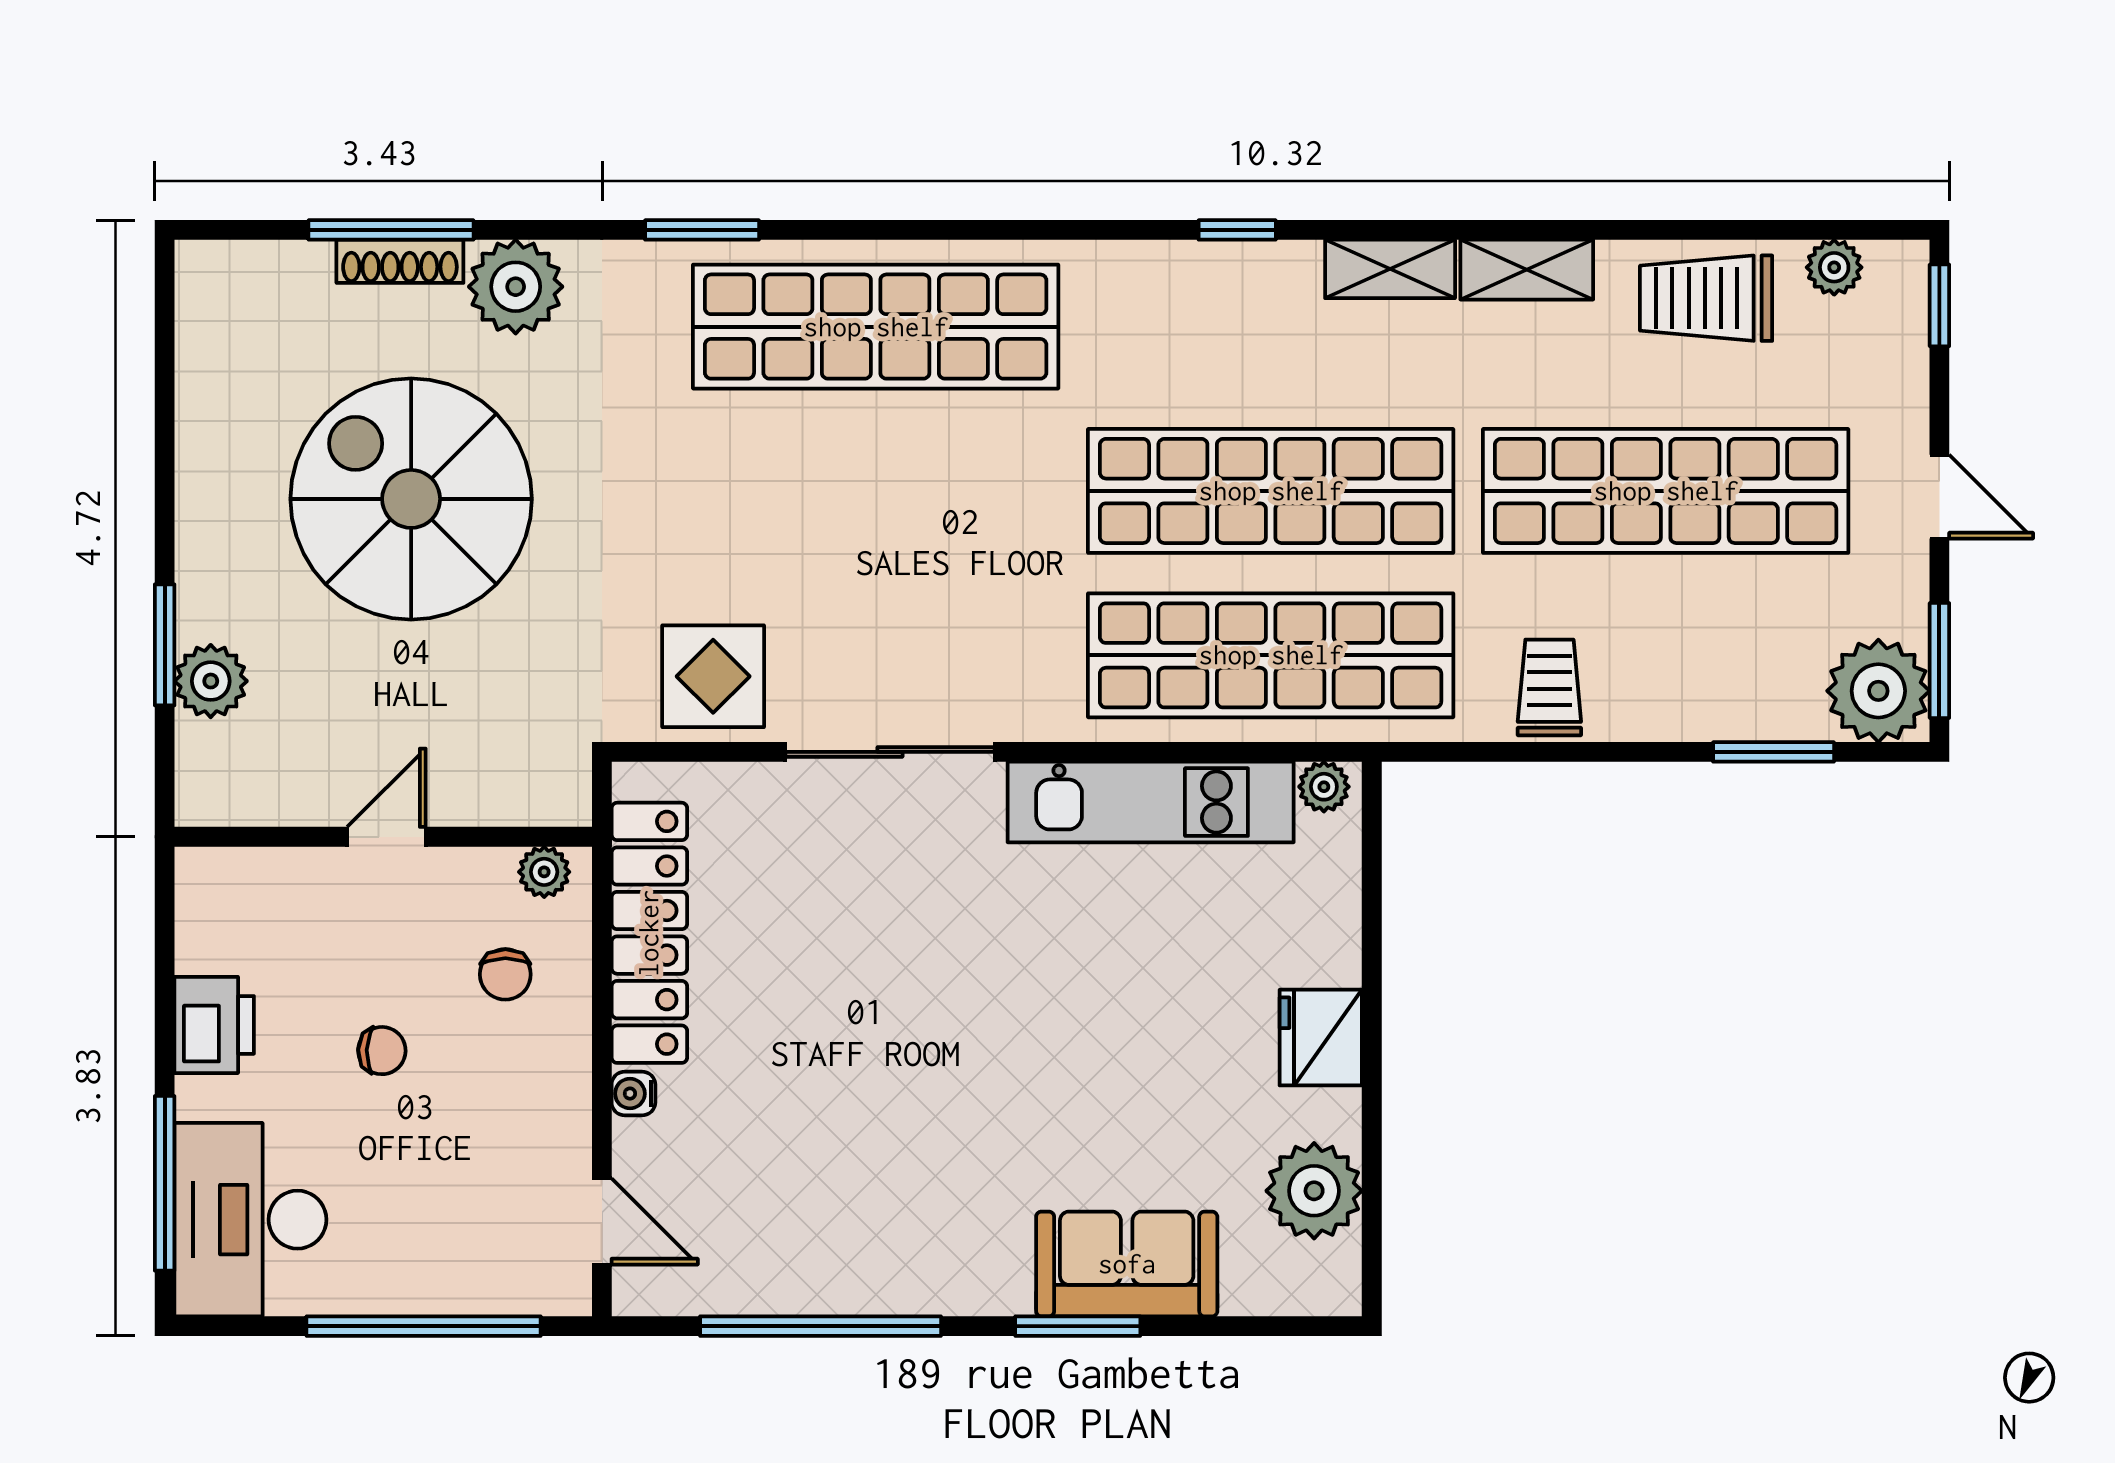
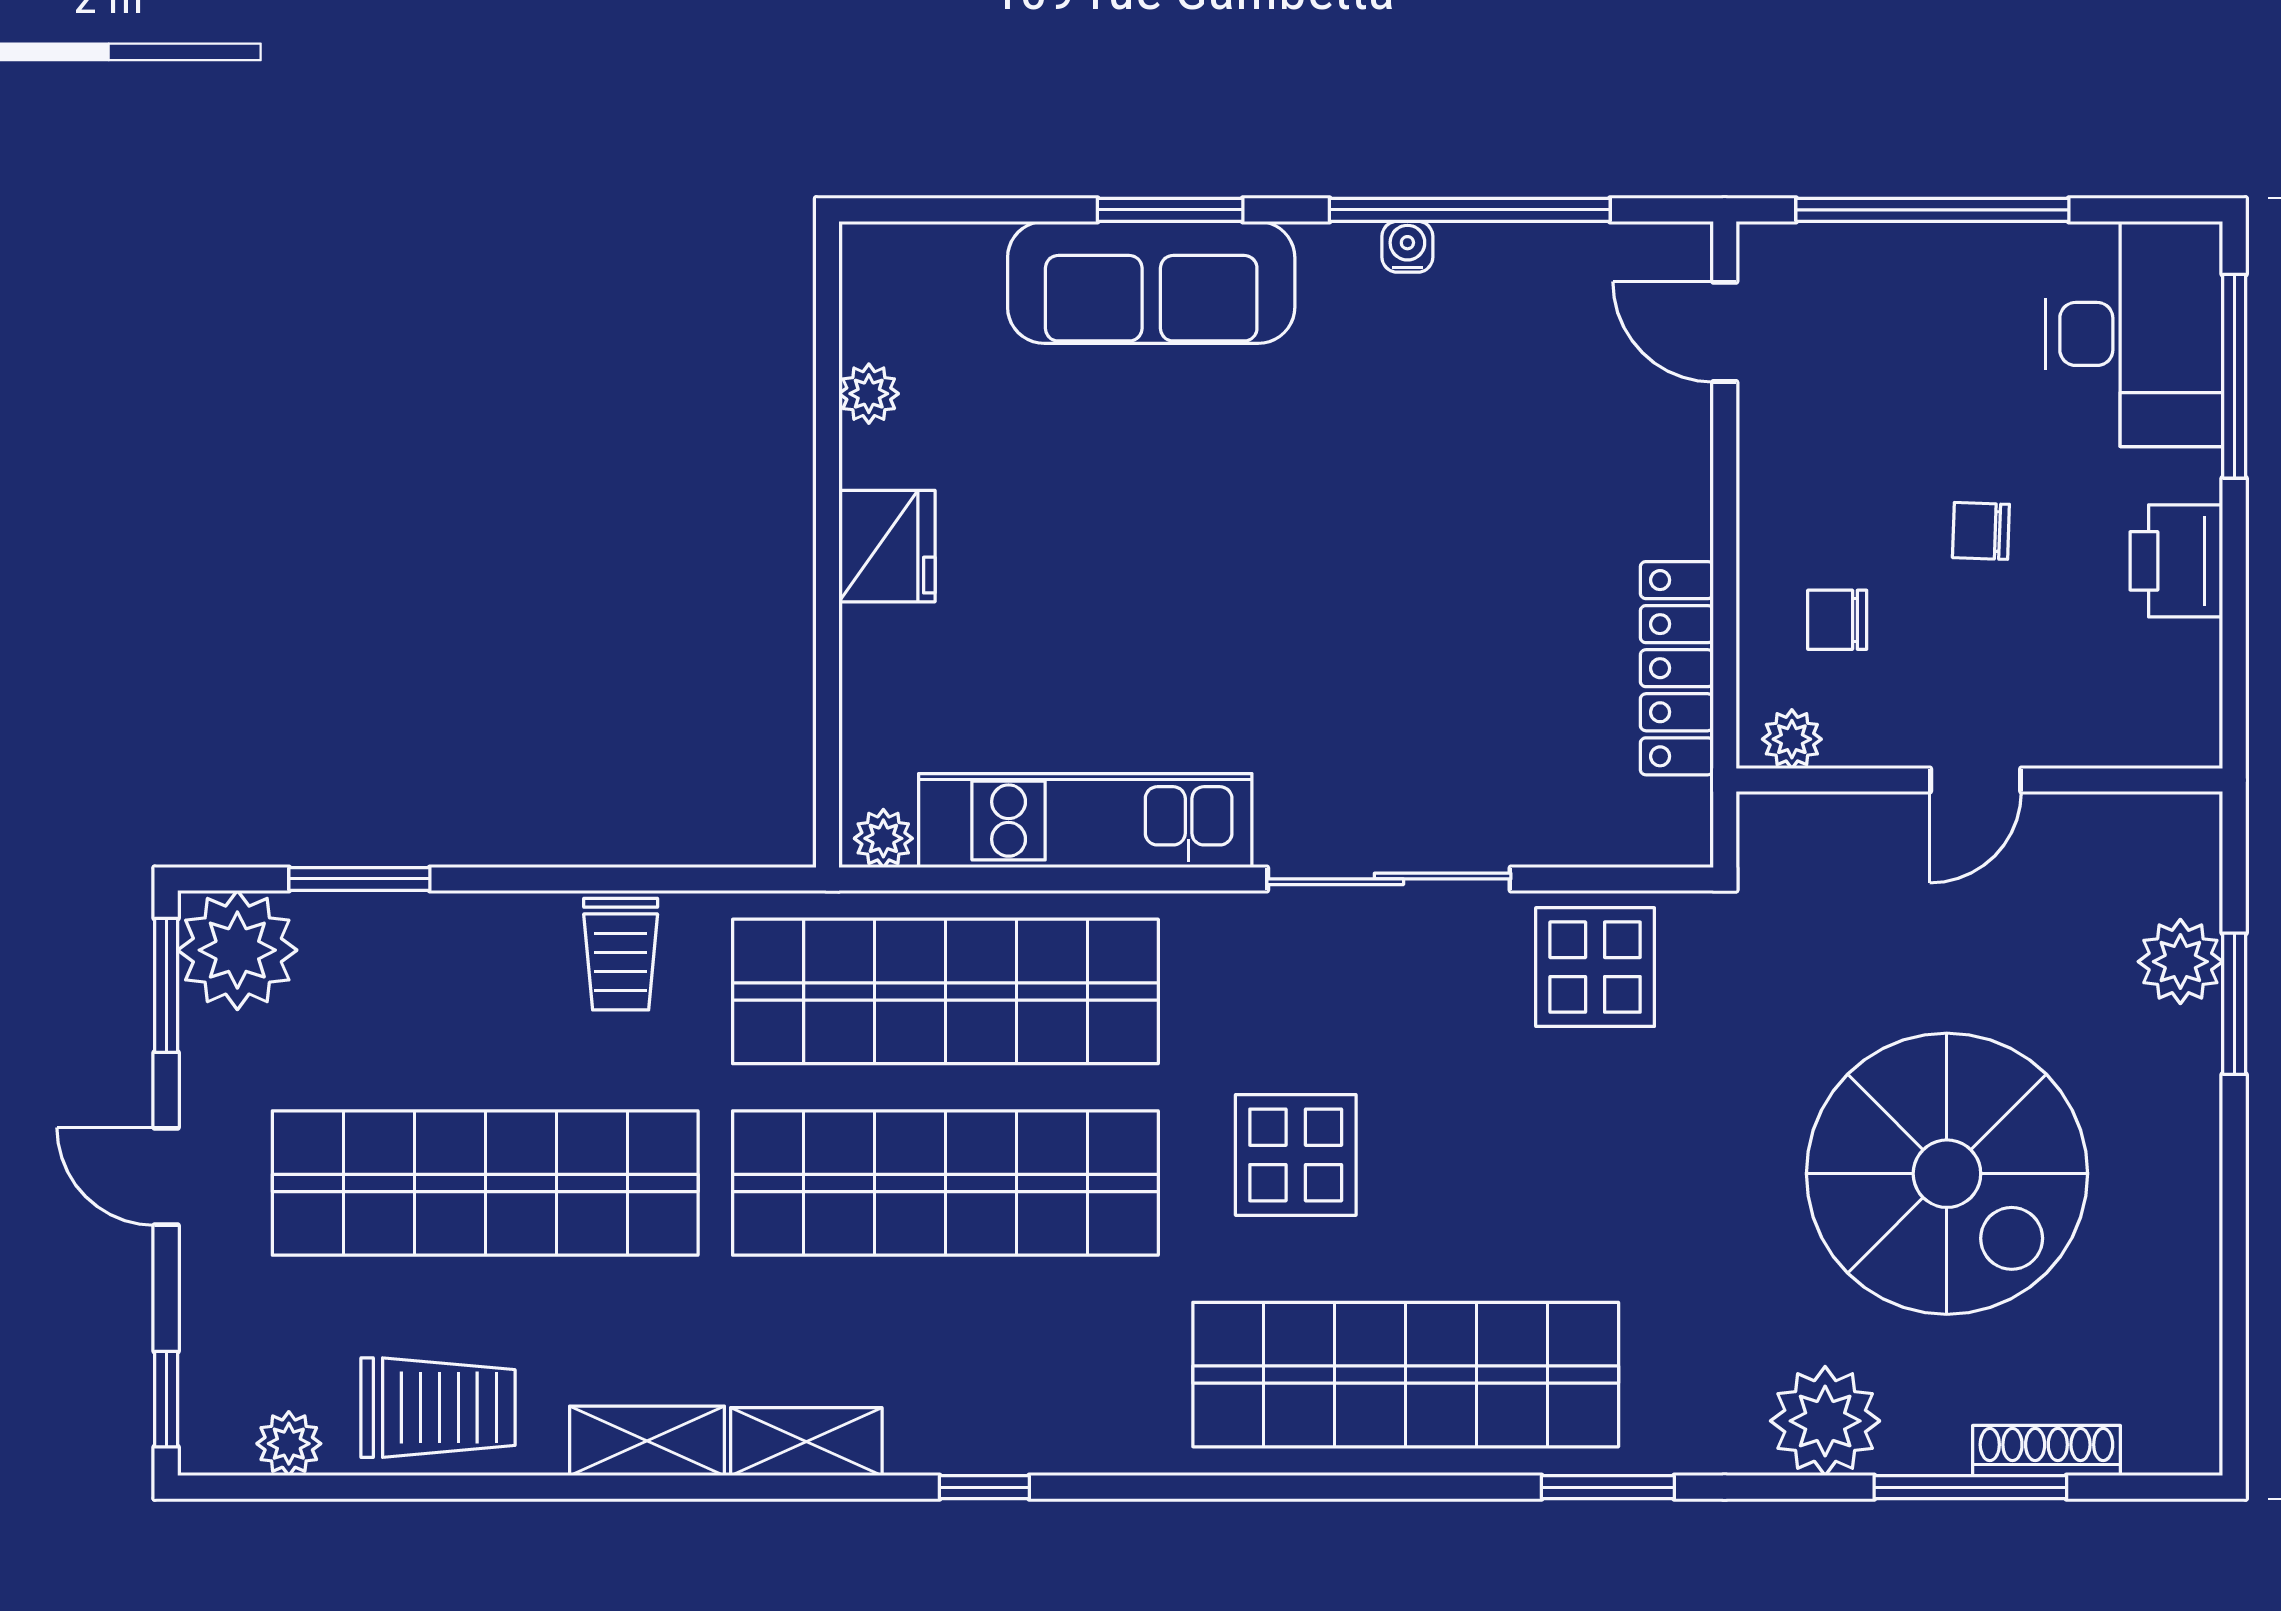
shoe rack: (400, 261) -> (2046, 1451), moved
display table: (970, 515) -> (1296, 1155), added
locker: (649, 933) -> (1677, 668), width x0.71, depth x0.83
chair: (505, 974) -> (1837, 620), turned -90
water cooler: (633, 1094) -> (1407, 247), moved, turned -90
plant: (1314, 1191) -> (869, 394), width x0.53, depth x0.53
sofa: (1127, 1264) -> (1151, 282), width x1.36

